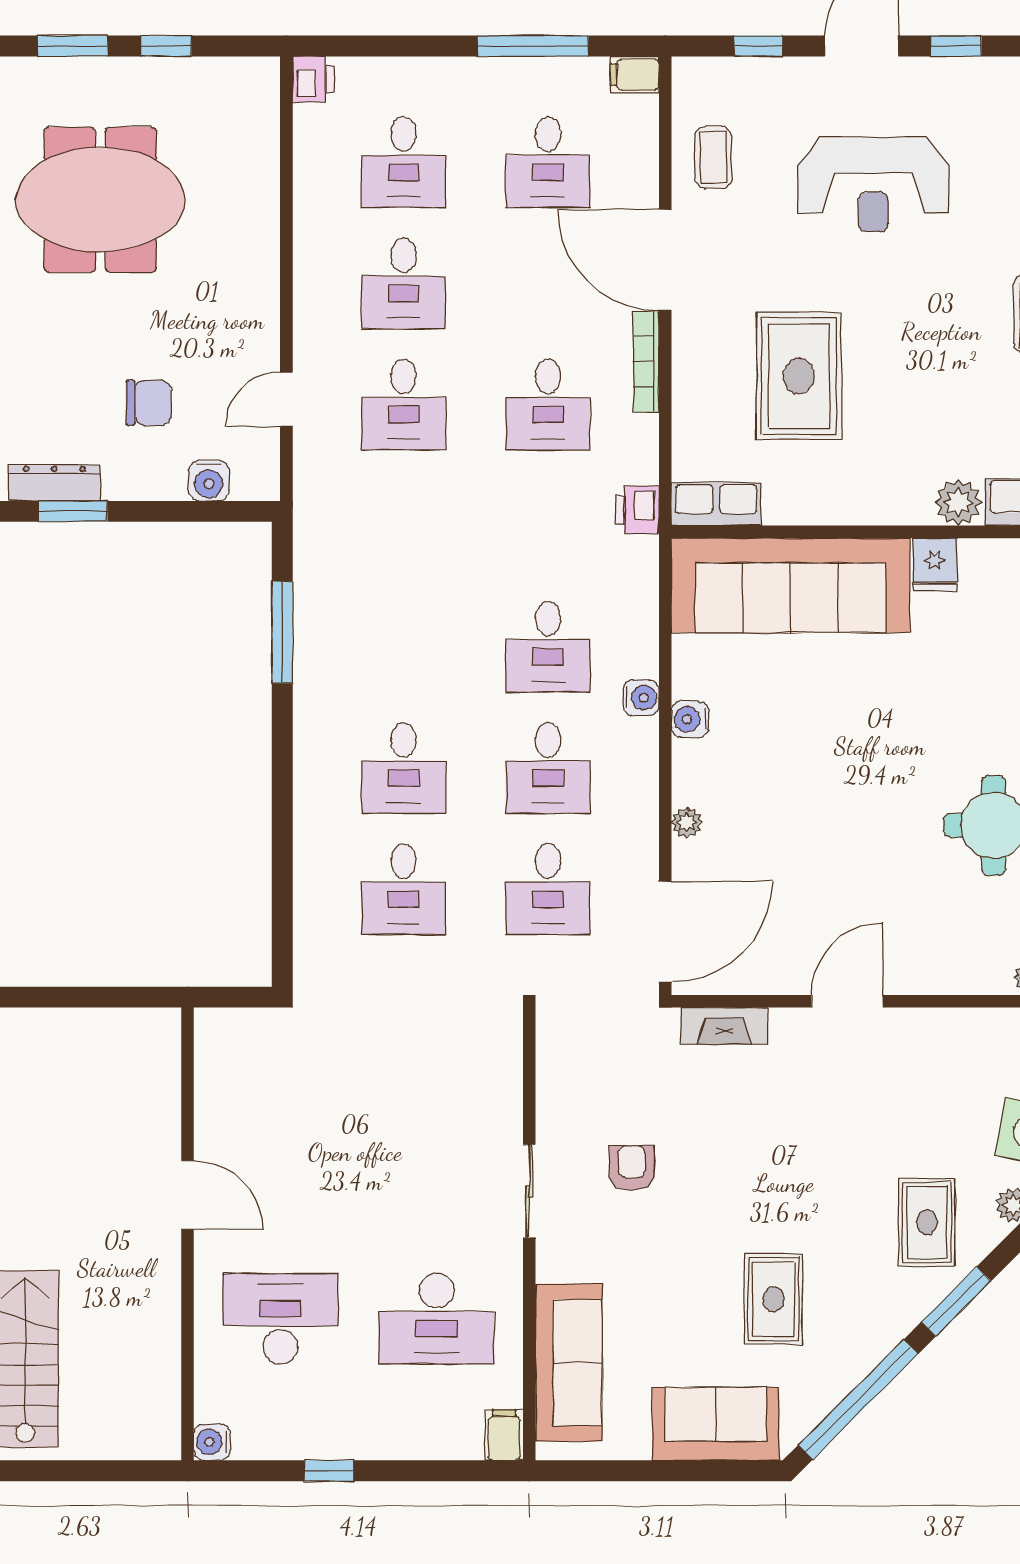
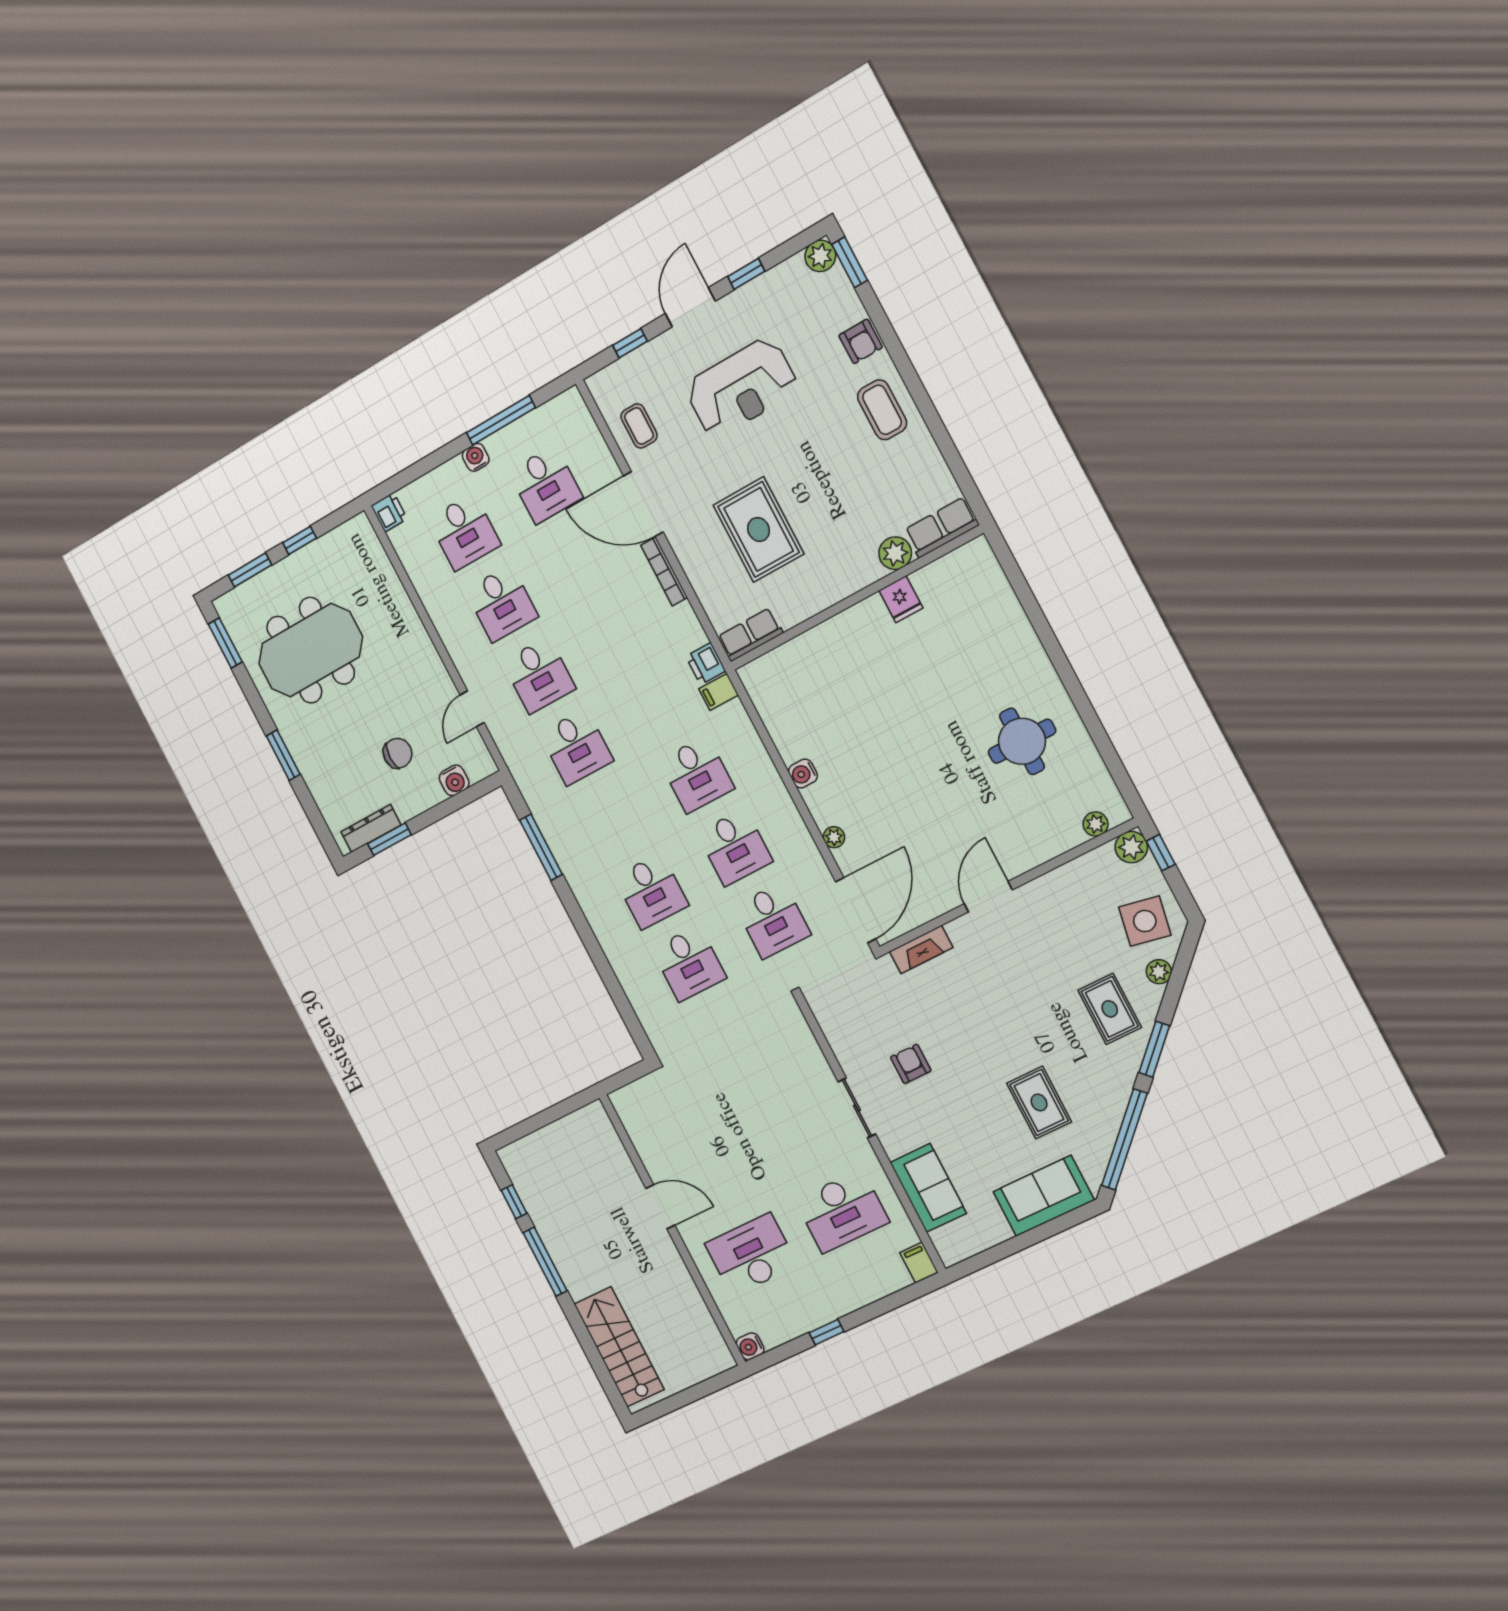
filing cabinet: (635, 75) -> (719, 692), moved
desk: (548, 405) -> (576, 747), moved
sofa: (790, 585) -> (820, 660), removed
water cooler: (641, 698) -> (476, 457), moved, turned -90
sofa: (569, 1363) -> (928, 1188), width x0.73

